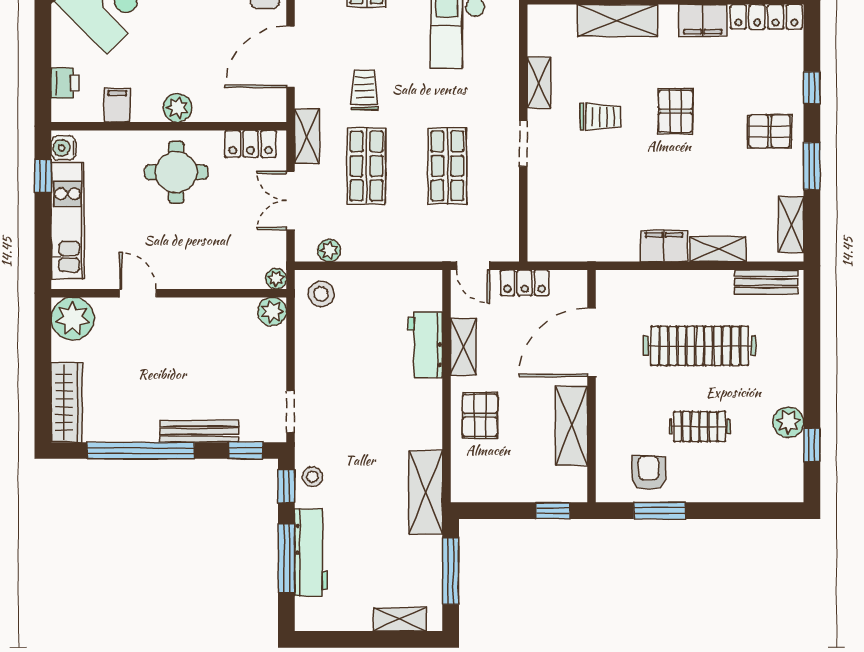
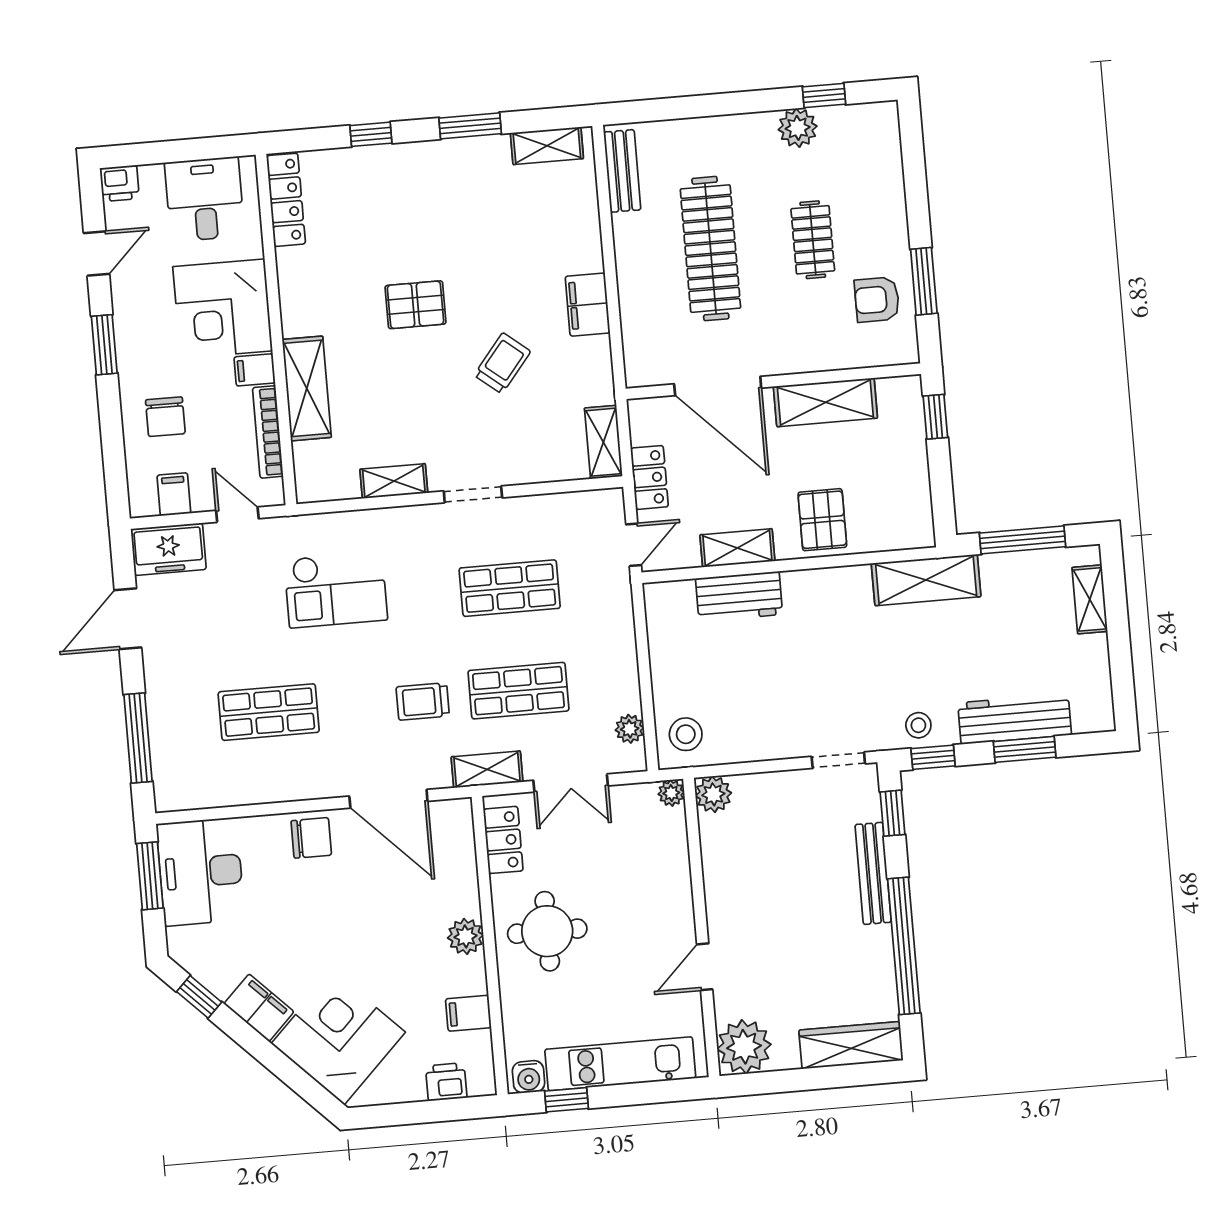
filing cabinet: (703, 20) -> (297, 280), removed
trolley: (601, 117) -> (502, 363), moved, turned 39
pallet: (770, 131) -> (431, 183), removed
shelving: (718, 249) -> (603, 442), moved
pallet: (480, 415) -> (822, 520), turned 90
window: (286, 558) -> (1025, 749), width x0.69

